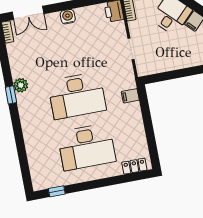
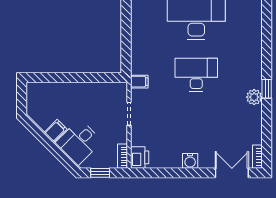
desk: (77, 96) -> (196, 75), width x0.73, depth x0.77
filing cabinet: (130, 96) -> (139, 82), moved

